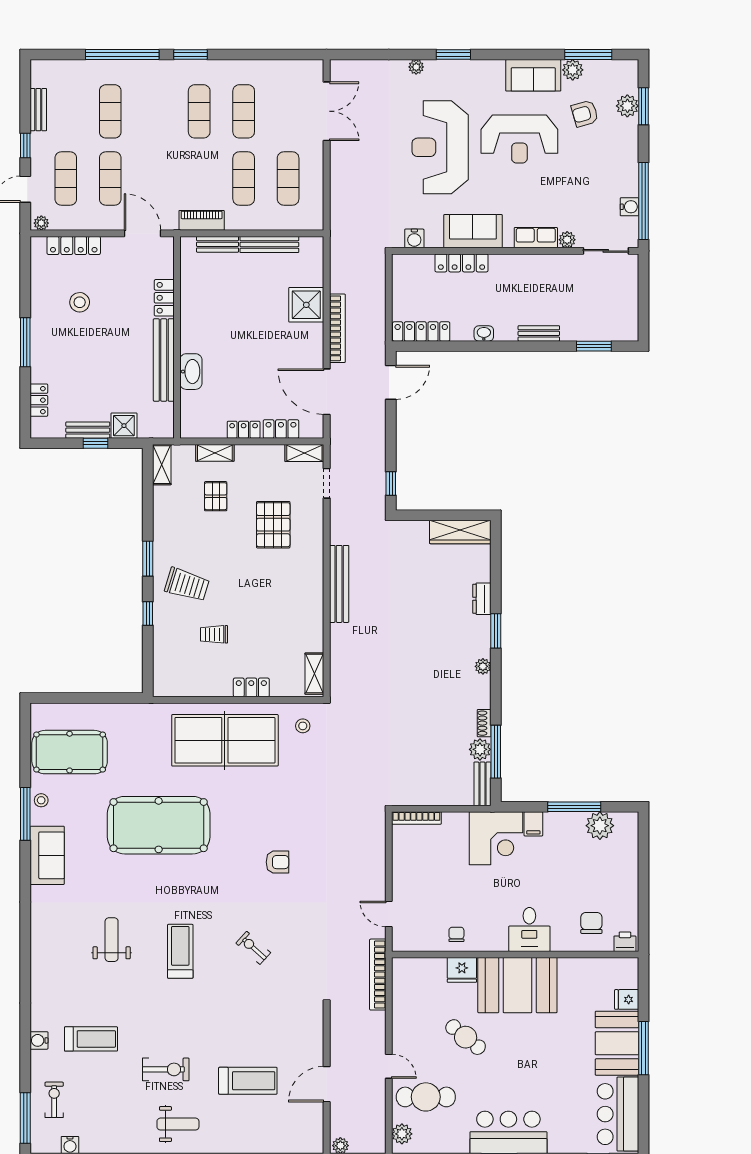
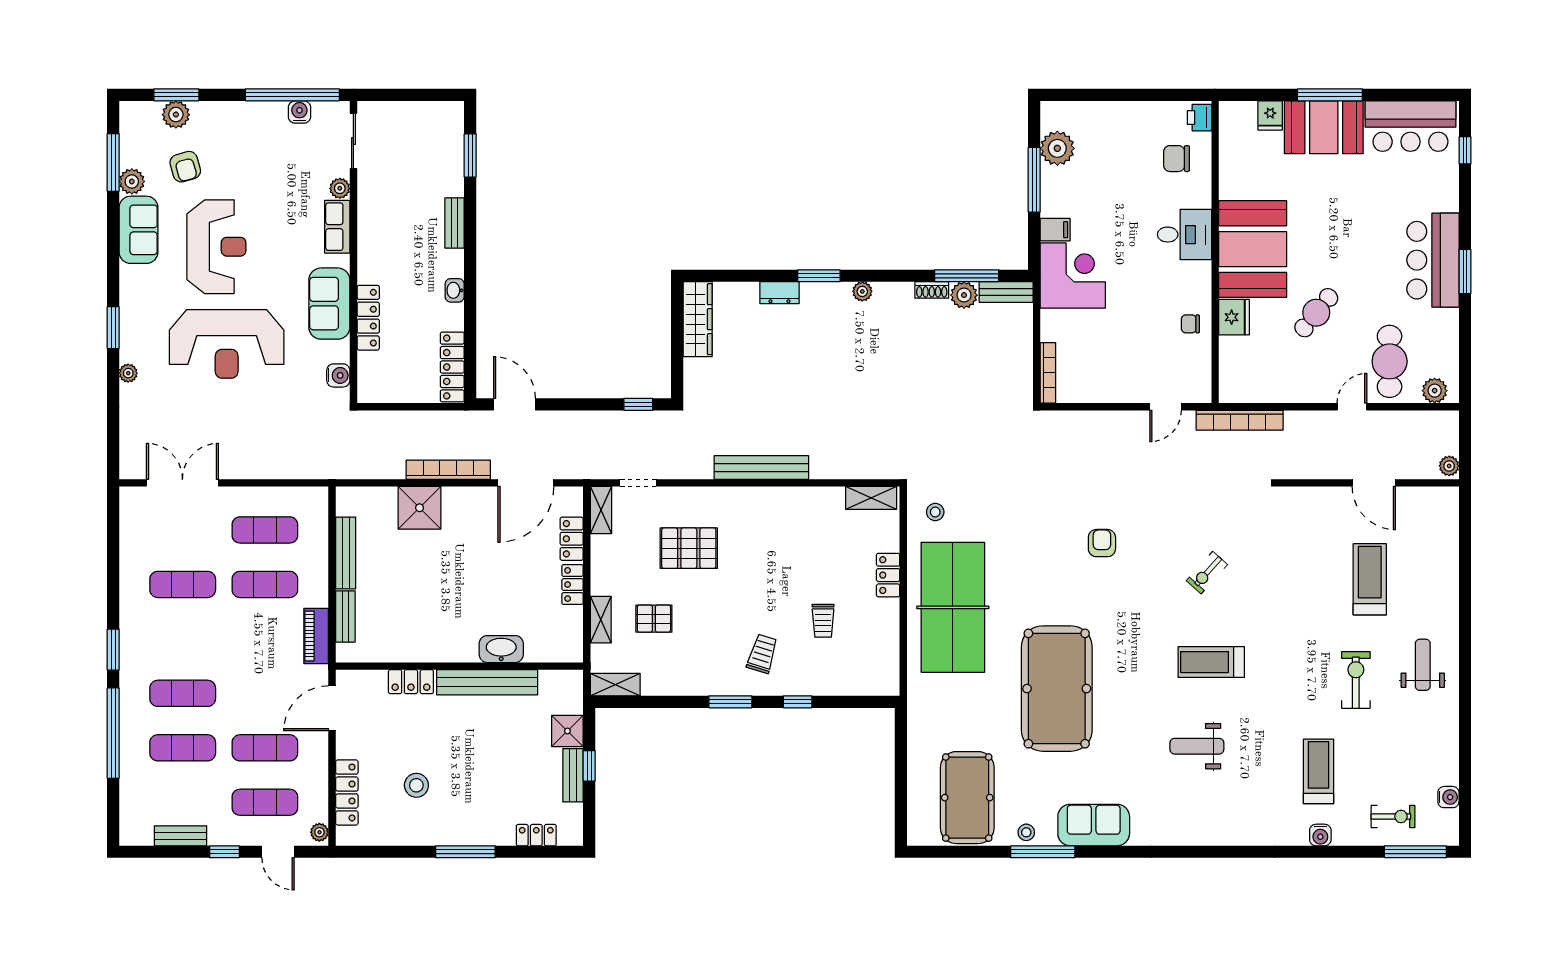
exercise mat: (199, 111) -> (183, 693), moved
trolley: (187, 585) -> (762, 654), width x0.73, depth x0.72
exercise bike: (54, 1100) -> (1393, 817), turned 180

